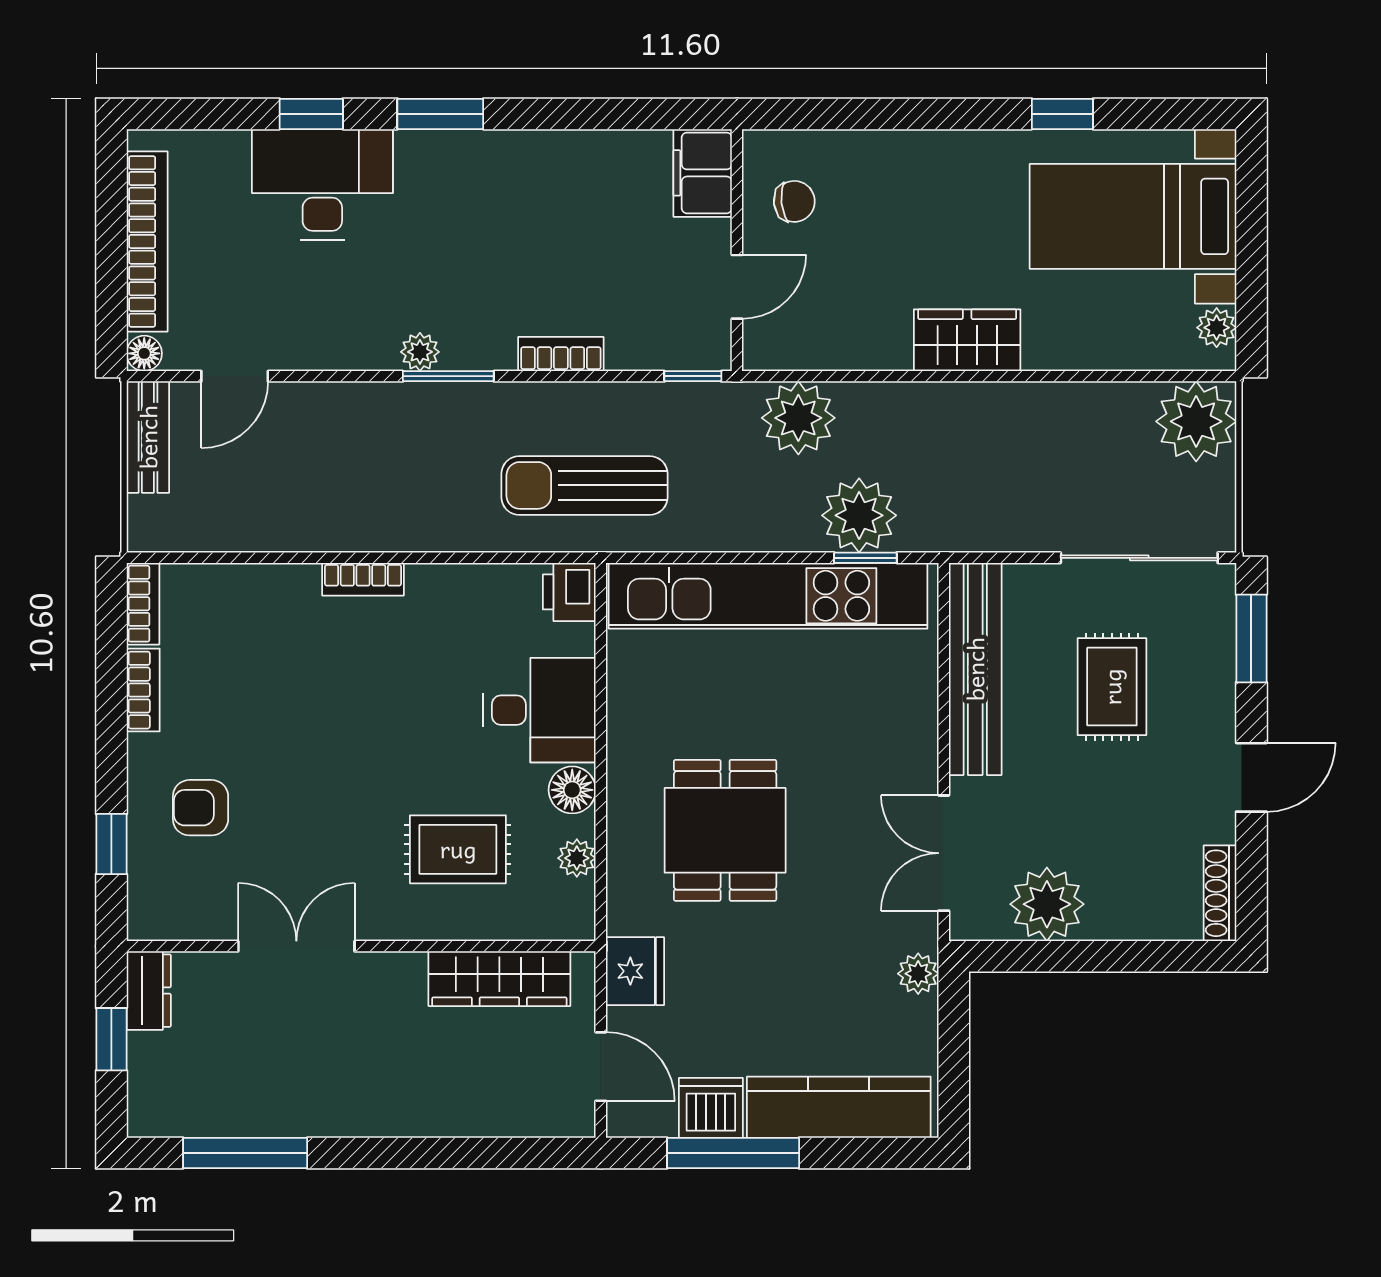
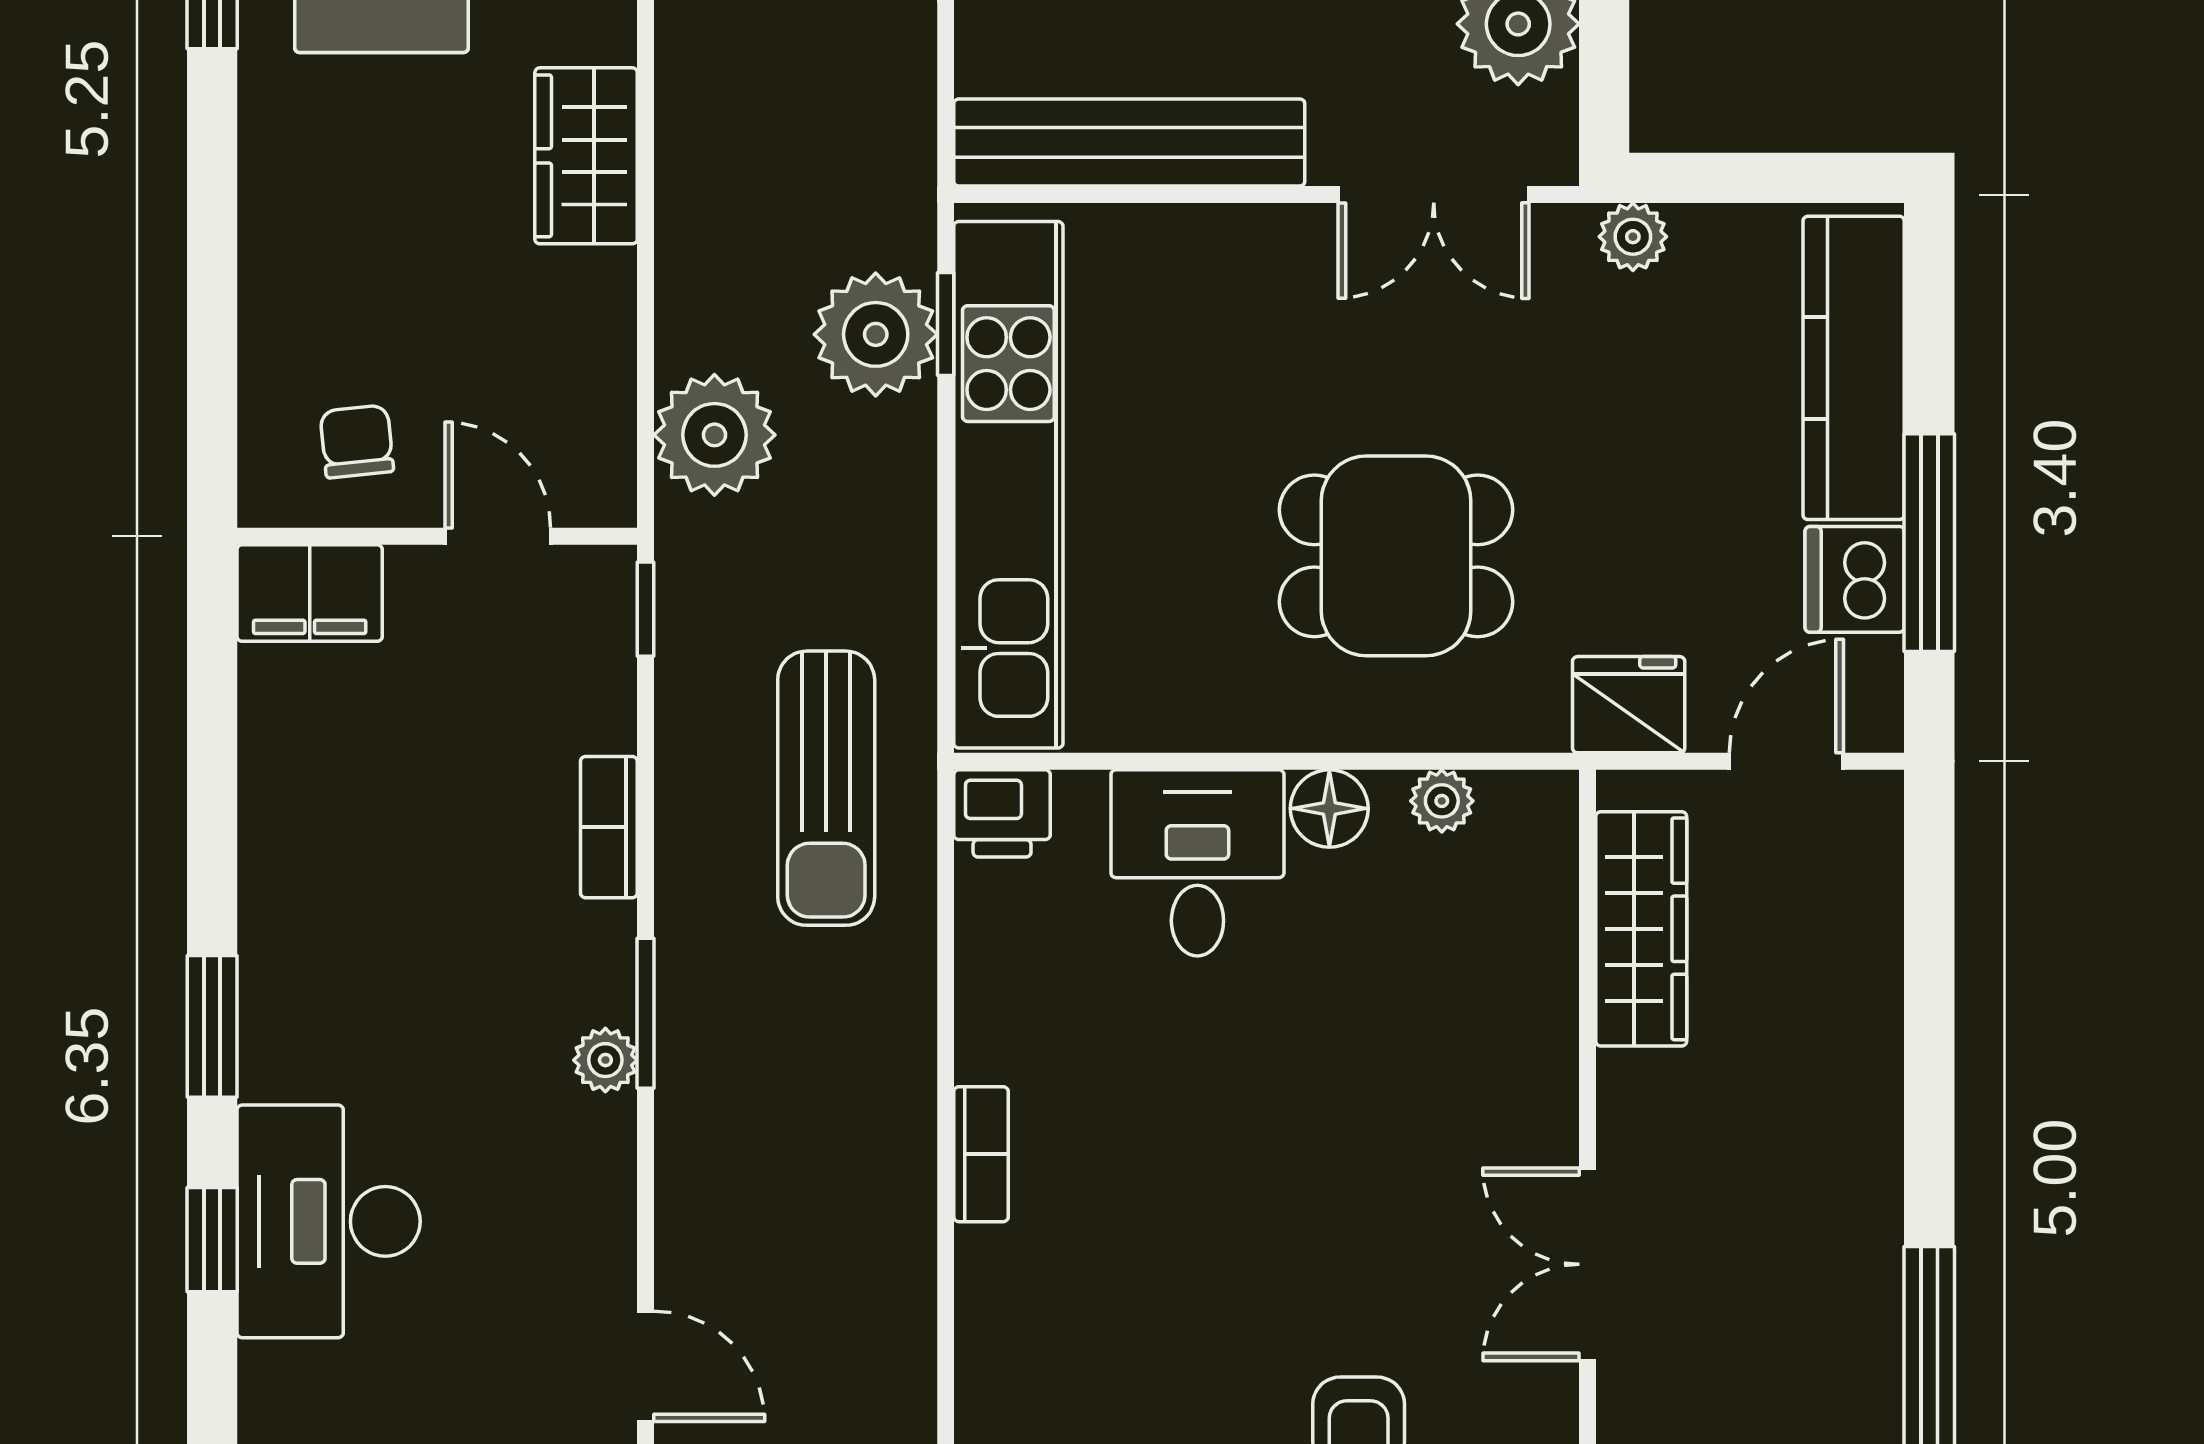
rug: (458, 849) -> (1427, 997), removed

